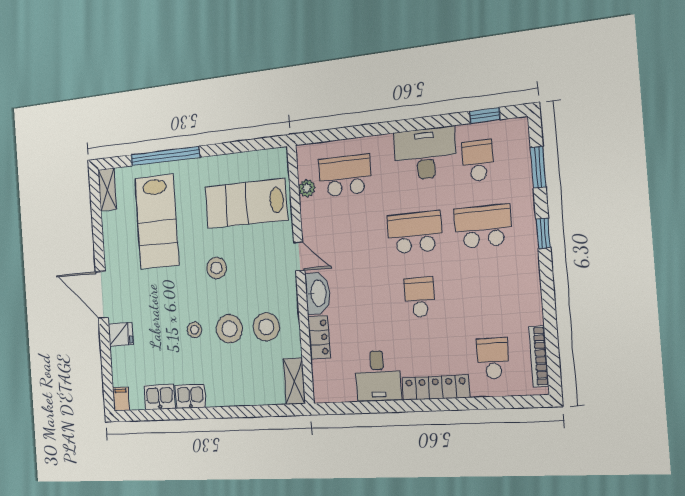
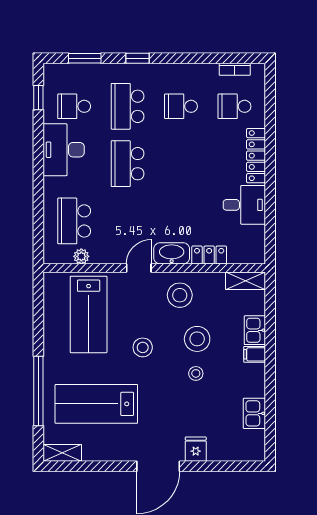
lab bench: (157, 222) -> (96, 404), turned 180
school desk: (420, 297) -> (181, 106), moved
stool: (266, 327) -> (180, 295), moved
bookcase: (539, 356) -> (235, 69), width x0.64
kitchen sink: (190, 396) -> (255, 330), moved
filing cabinet: (121, 399) -> (255, 354), moved

